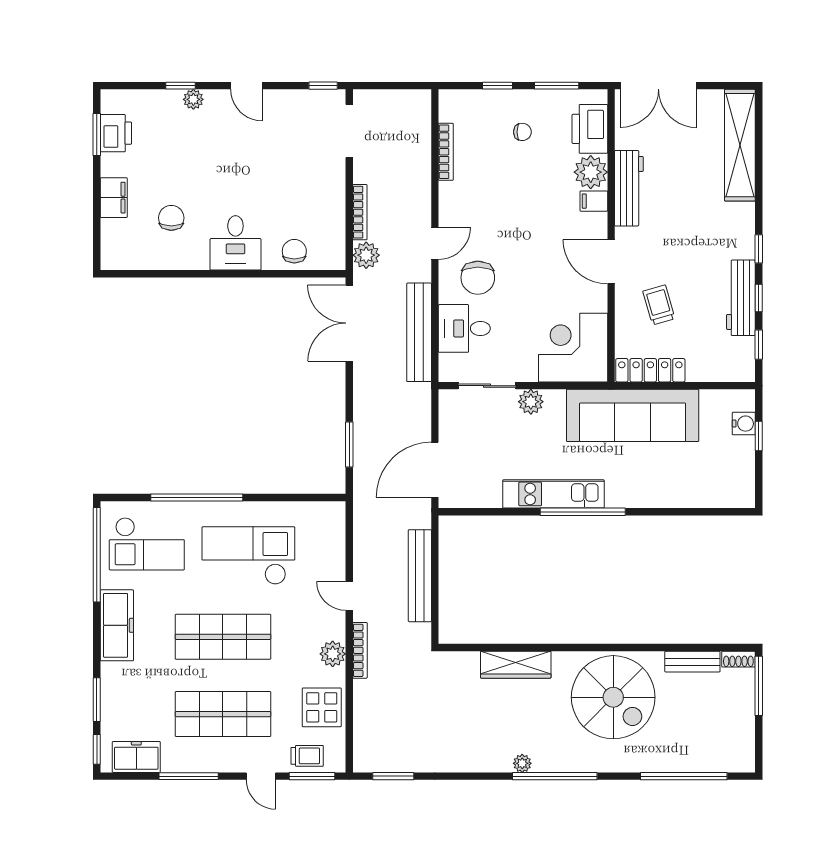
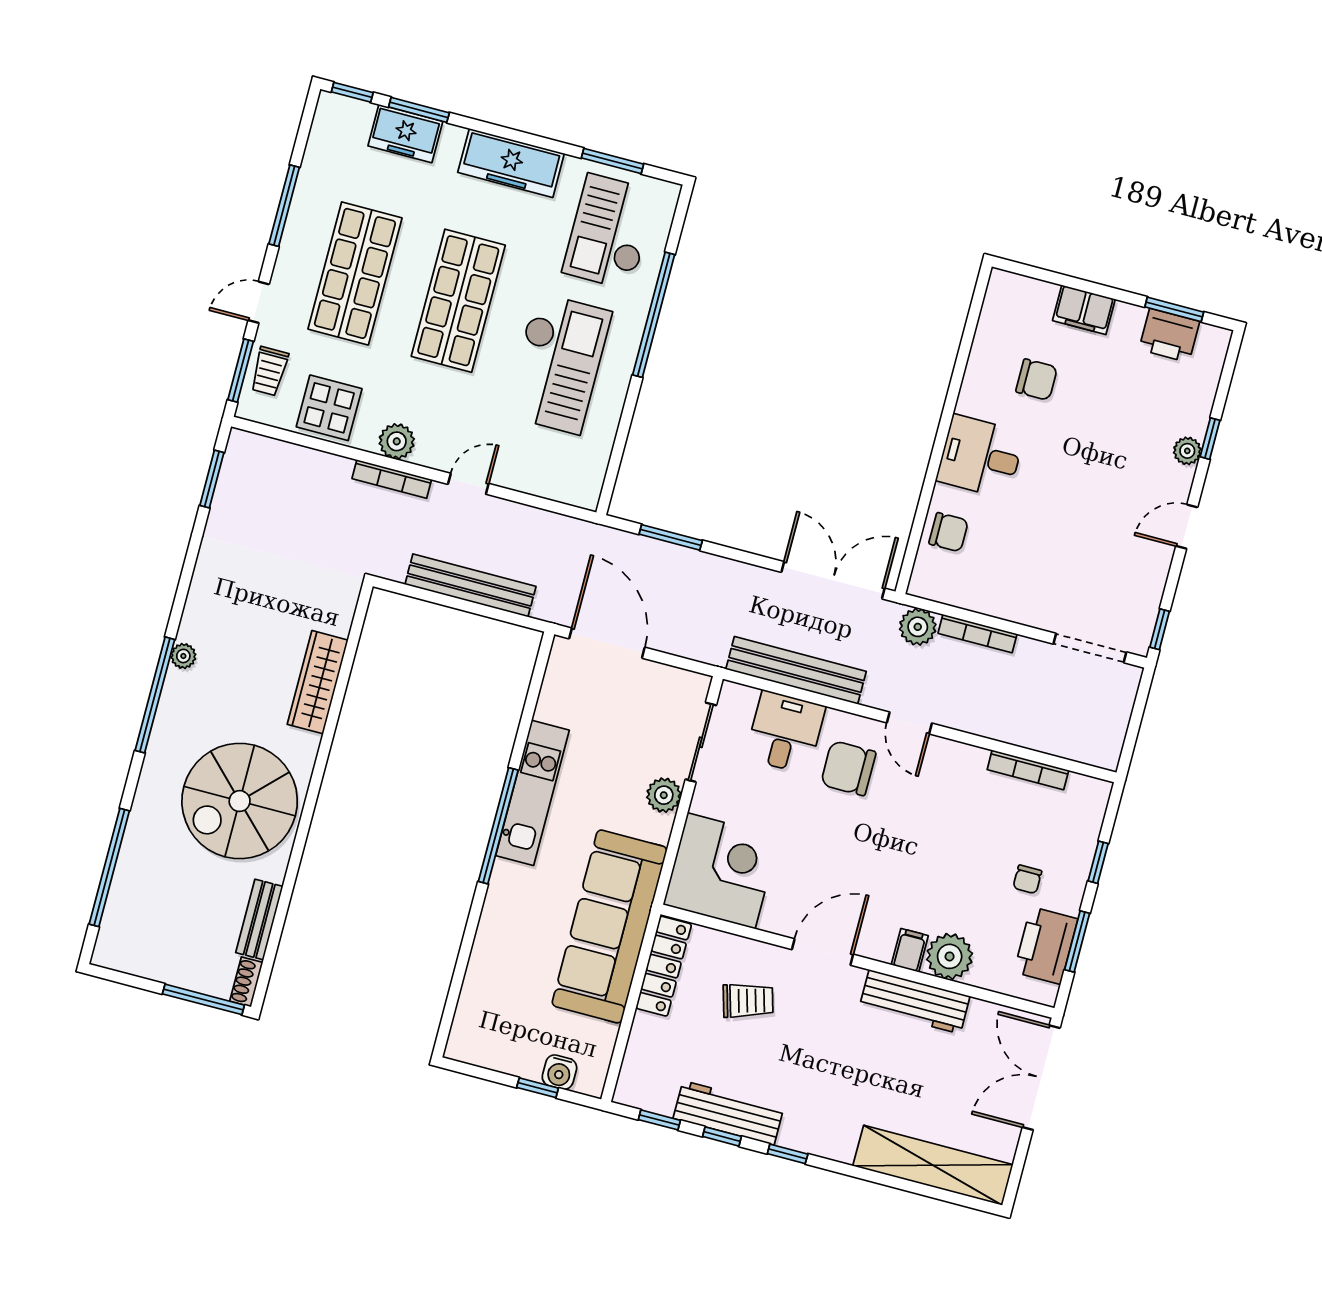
printer: (590, 129) -> (1046, 945), moved, turned -90
window: (97, 555) -> (612, 161), width x0.47
freezer: (136, 757) -> (405, 134), moved, turned 90

